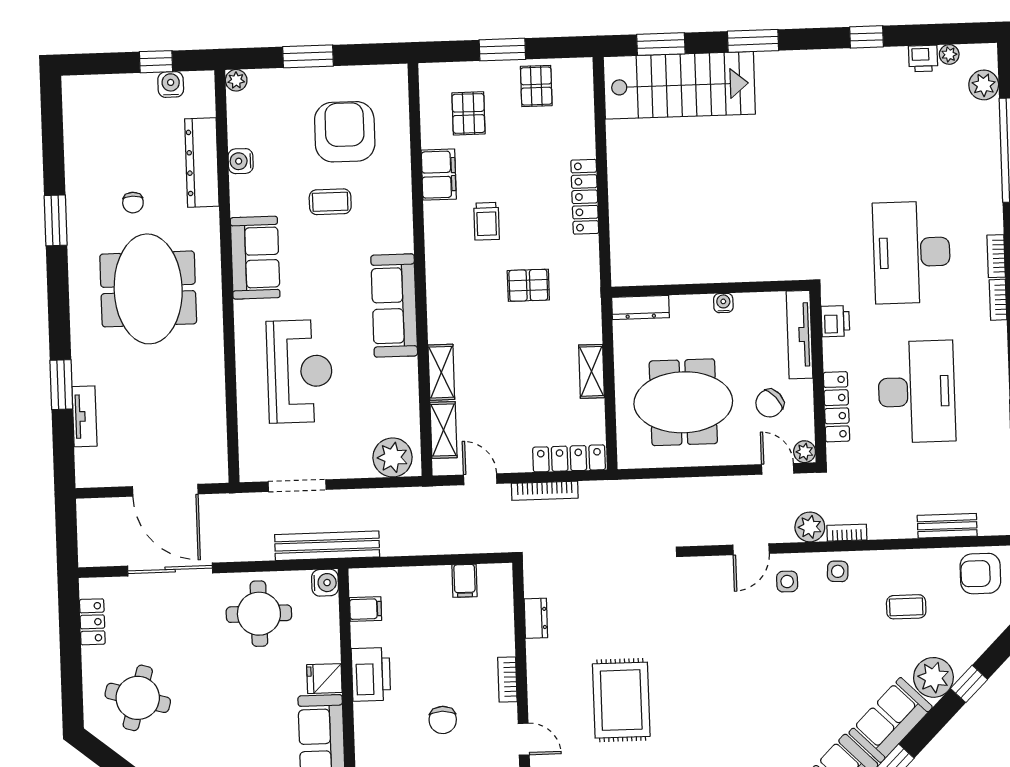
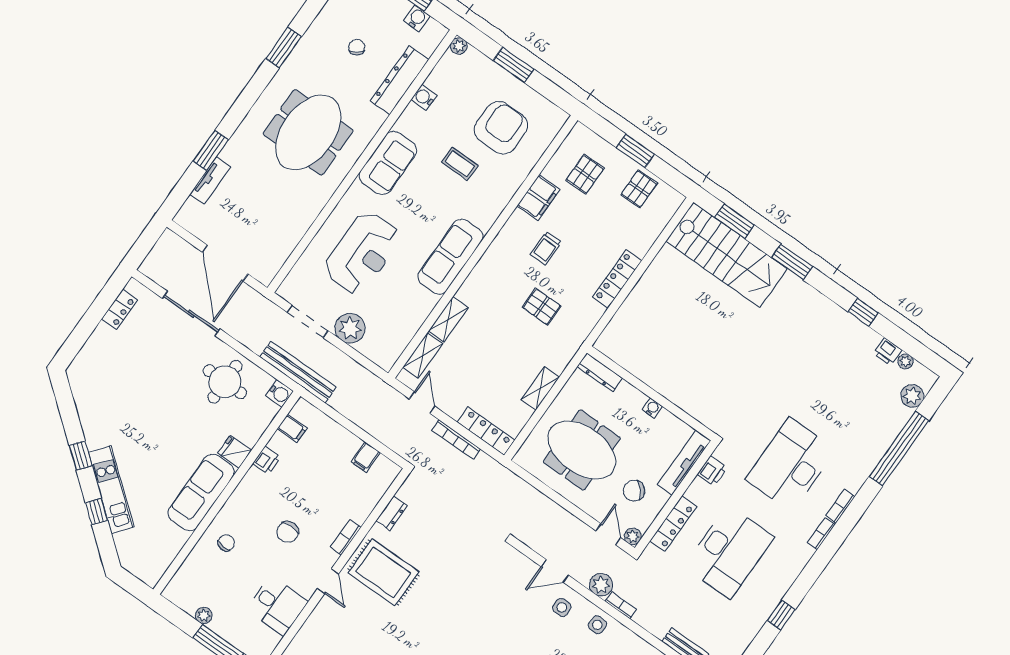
chair: (133, 203) -> (357, 47), moved, turned 144
plant: (393, 457) -> (350, 328), moved
printer: (371, 674) -> (267, 460), width x0.53, depth x0.68
round table: (138, 698) -> (112, 377), removed
rug: (621, 700) -> (383, 572), moved, turned 90

